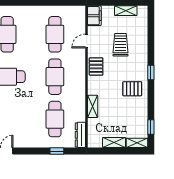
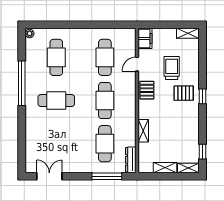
shelving: (126, 11) -> (188, 33), moved
pallet: (132, 89) -> (184, 93), moved
window: (57, 151) -> (107, 176), width x2.17

